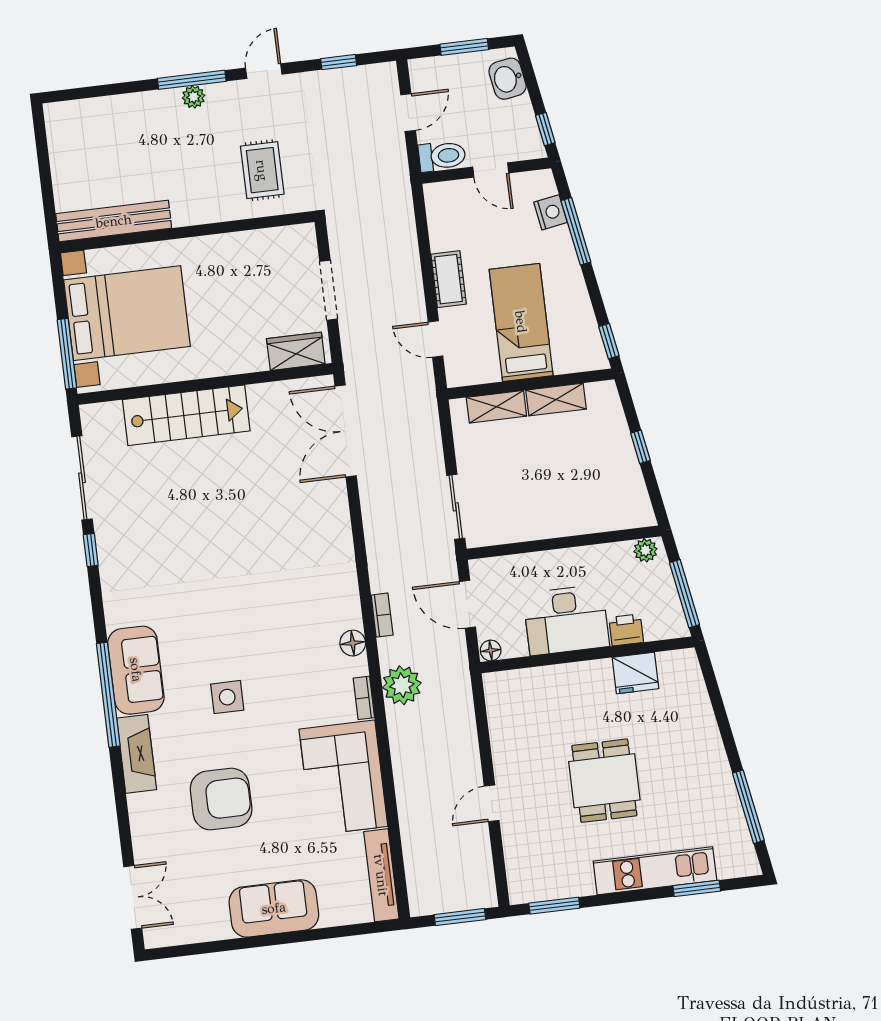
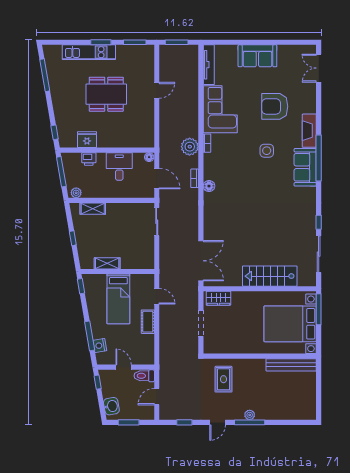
shelving: (496, 407) -> (93, 209), moved
desk: (566, 620) -> (119, 166), width x0.73
floor lamp: (353, 643) -> (209, 186), moved
window: (711, 681) -> (55, 132), added
dining table: (604, 781) -> (106, 94), width x1.38
window: (697, 888) -> (101, 42), moved

